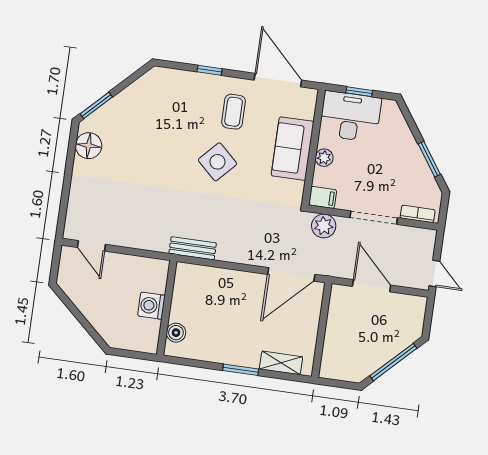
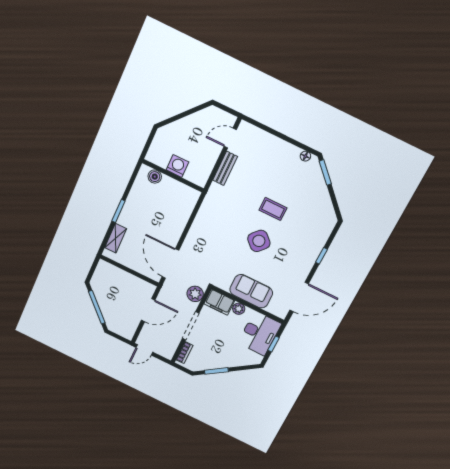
coffee table: (234, 112) -> (273, 209), moved
floor lamp: (89, 146) -> (305, 156), width x0.53, depth x0.53
filing cabinet: (323, 197) -> (219, 302), width x2.00
bench: (193, 248) -> (225, 168), moved

